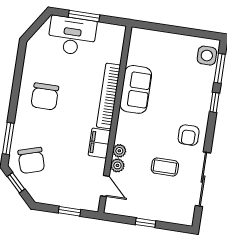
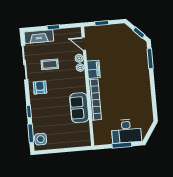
chair: (45, 97) -> (134, 90), removed
chair: (31, 160) -> (133, 49), removed
fireplace: (171, 214) -> (39, 37), added

